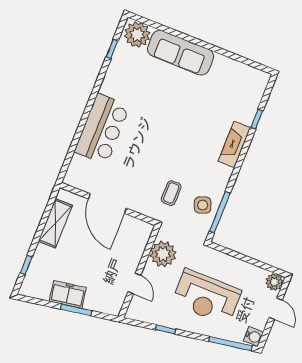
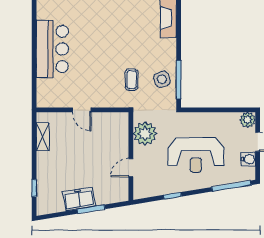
door: (107, 204) -> (82, 110), width x0.53
shelving: (55, 223) -> (43, 137), width x0.67, depth x0.75
door: (134, 283) -> (131, 168), swing flipped
water cooler: (253, 336) -> (248, 159), moved

